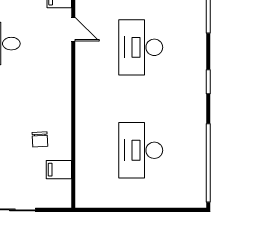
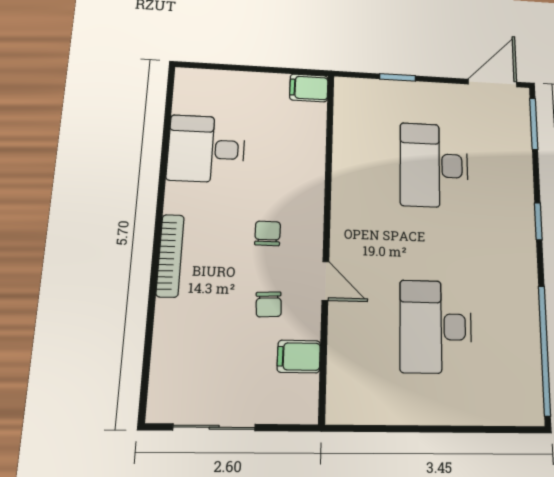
door: (73, 29) -> (325, 281), moved
chair: (37, 96) -> (268, 233), added

